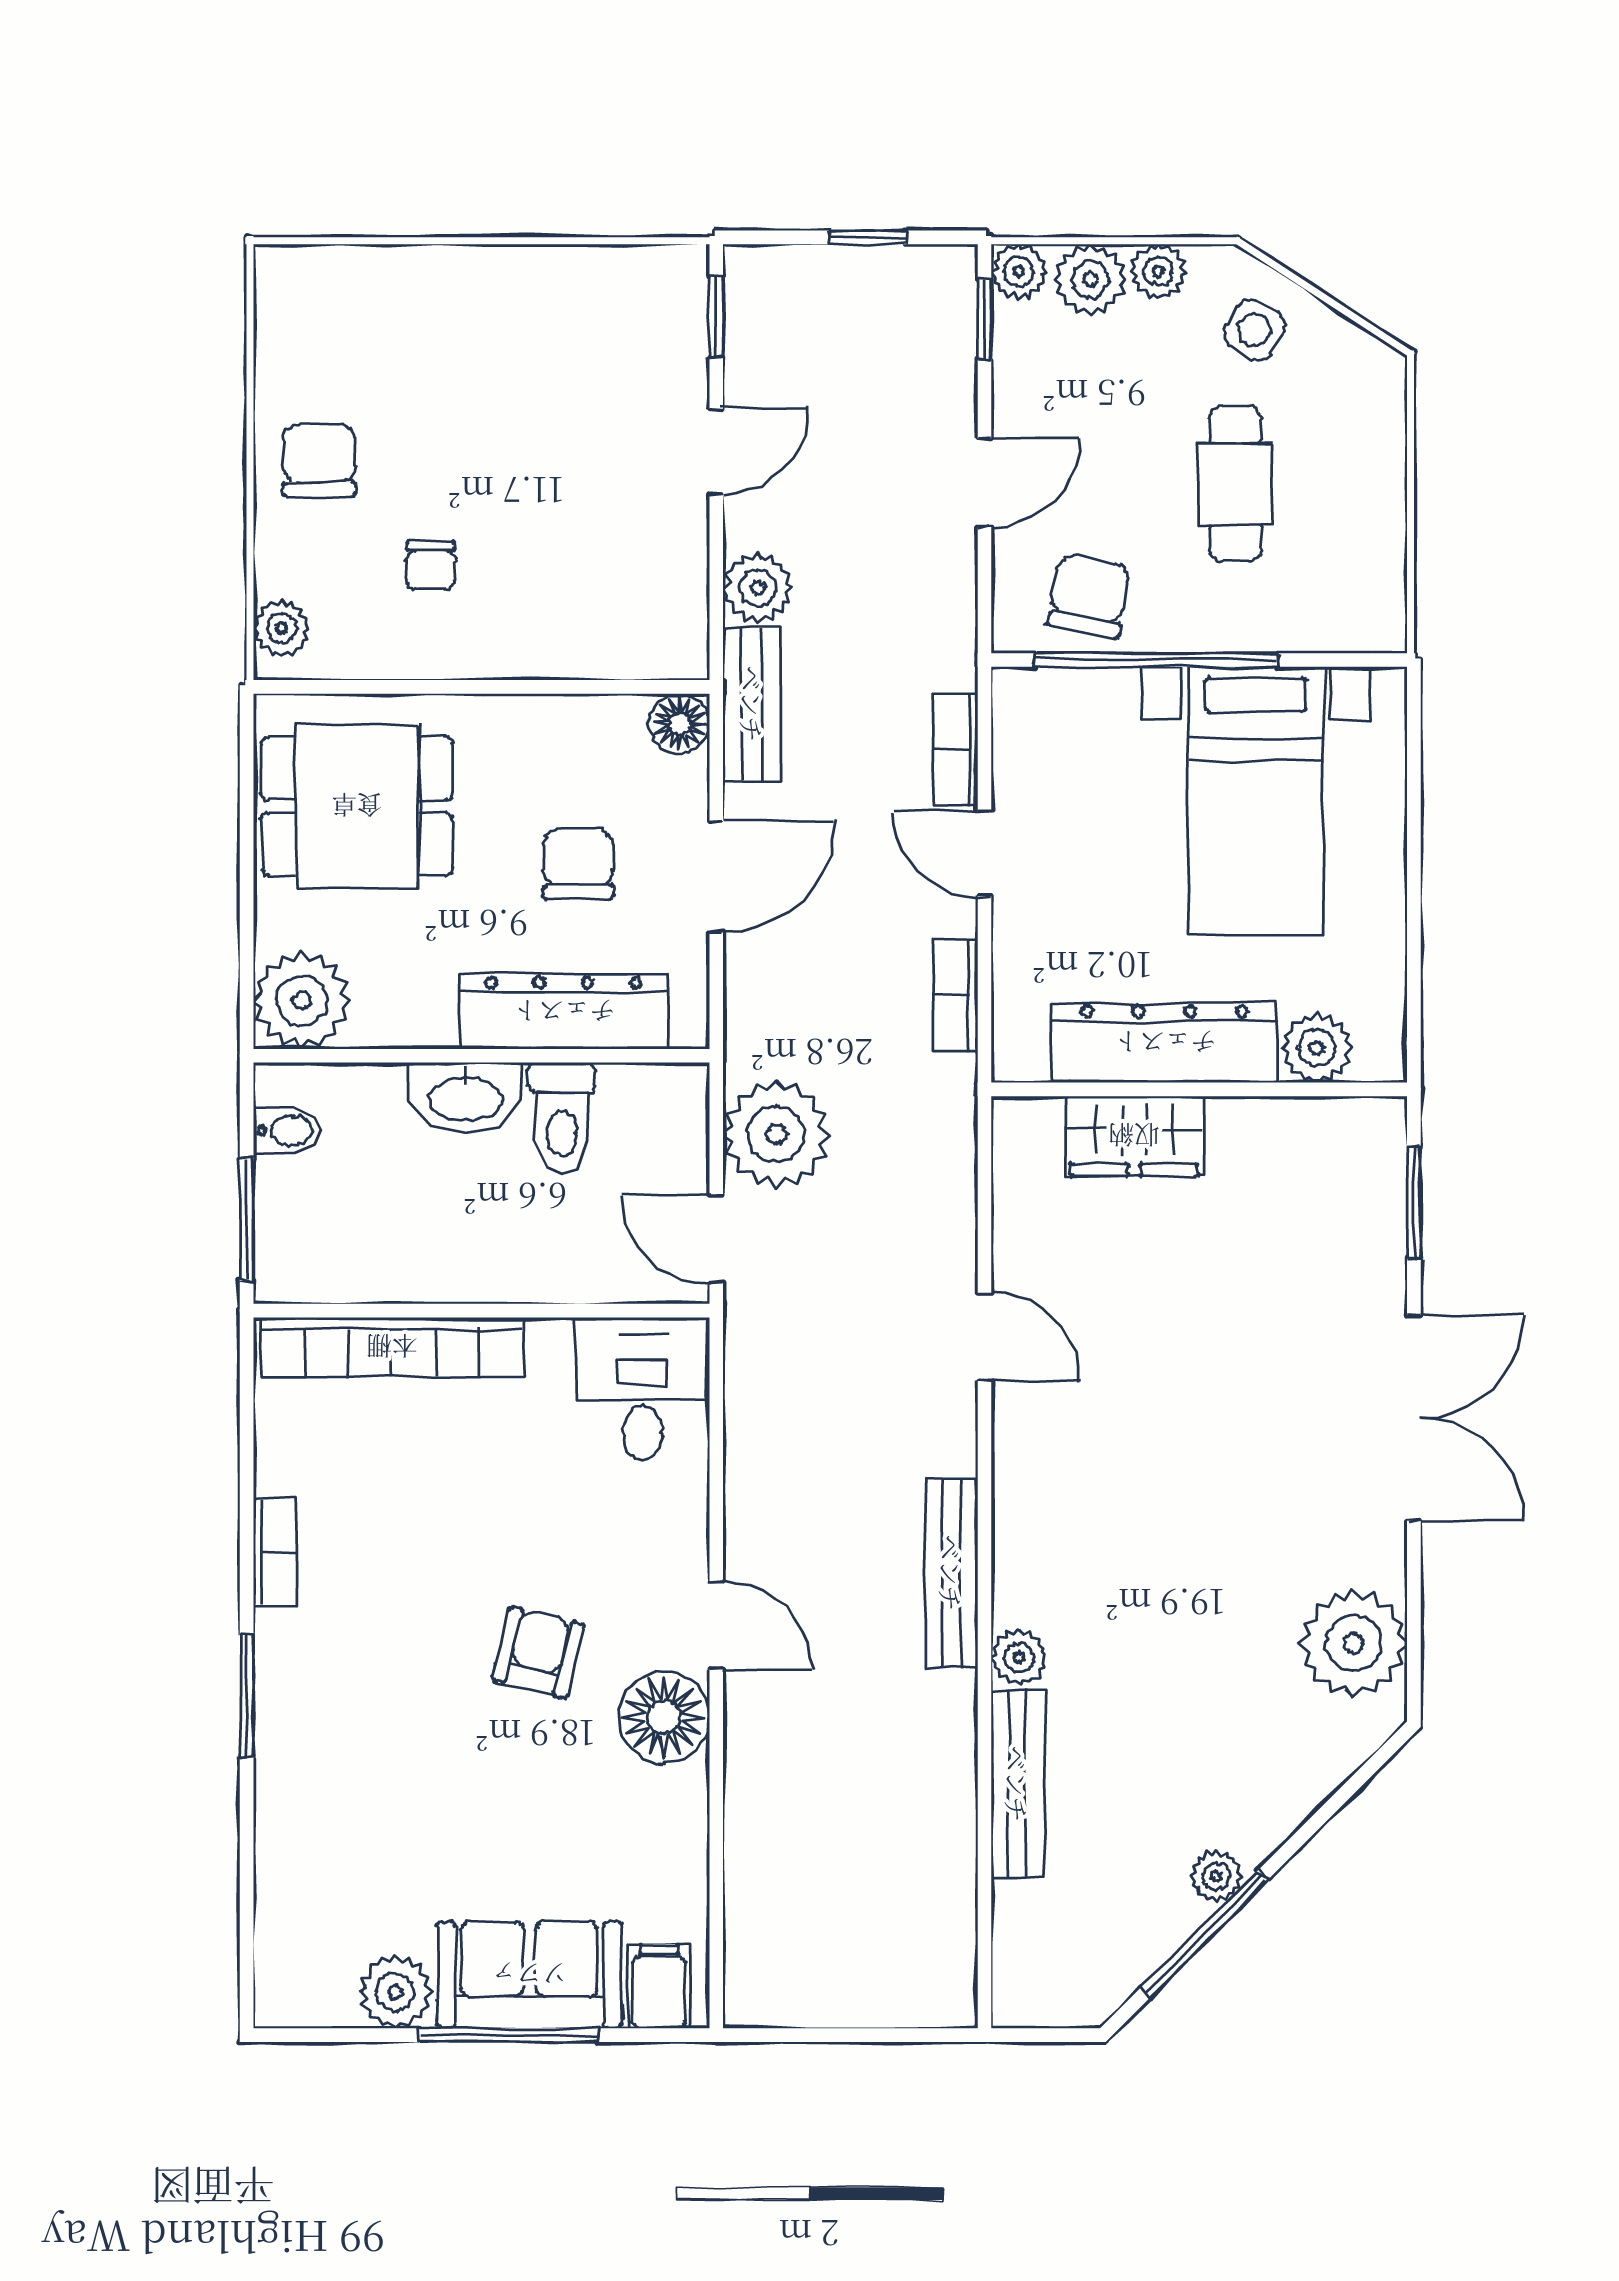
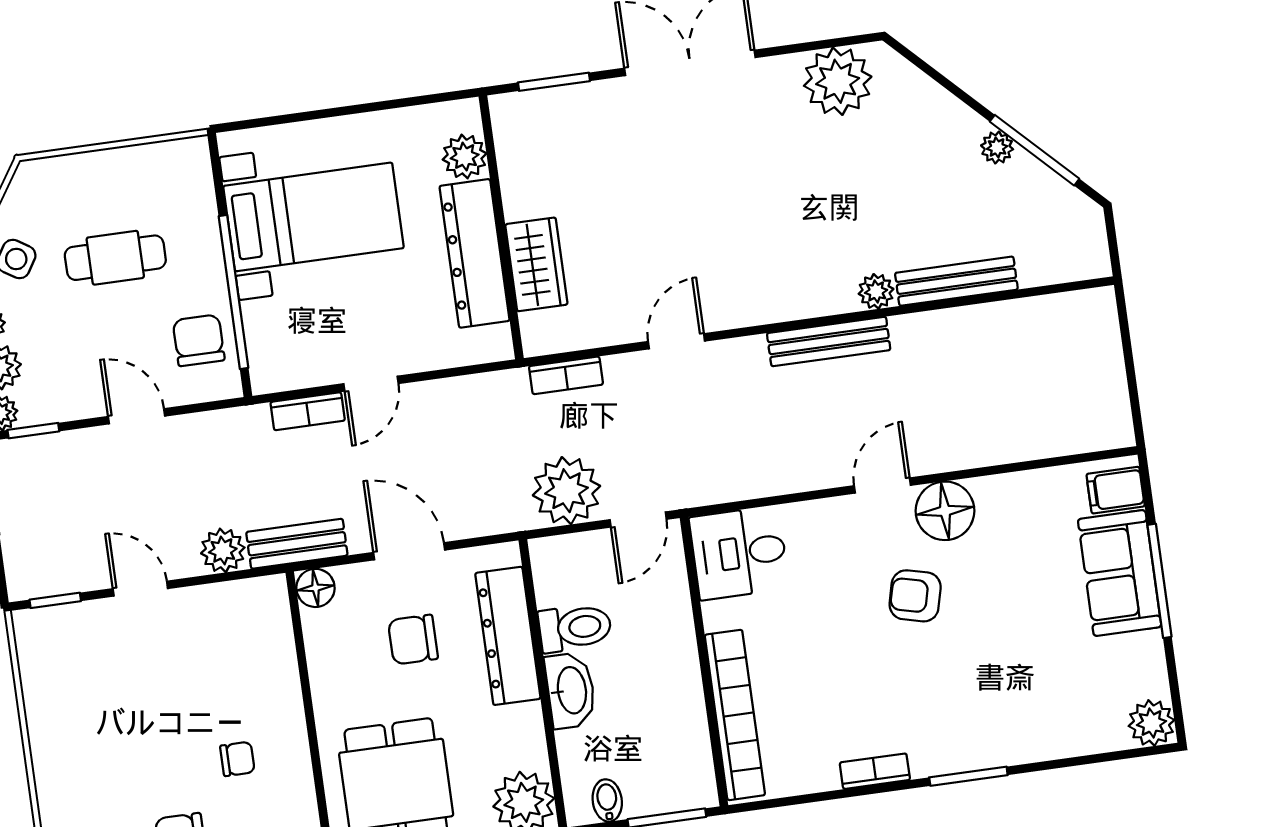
chair: (1089, 595) -> (199, 340), turned 80
bookcase: (956, 996) -> (566, 375), moved
plant: (395, 1992) -> (1152, 723), moved

